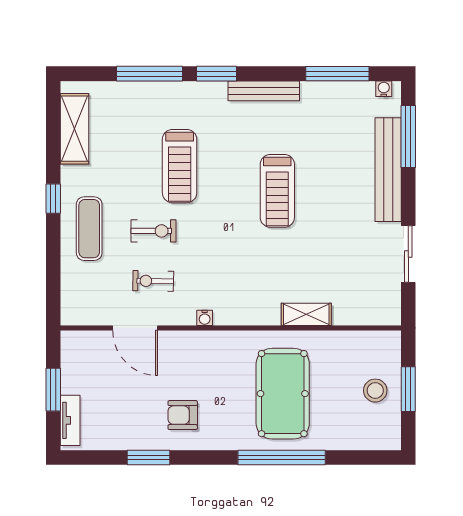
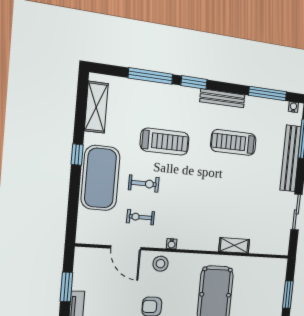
treadmill: (180, 166) -> (165, 142), turned -90
treadmill: (277, 191) -> (233, 142), moved, turned 90
exercise mat: (89, 229) -> (101, 178), width x2.00, depth x1.45
stool: (375, 391) -> (161, 264), moved

